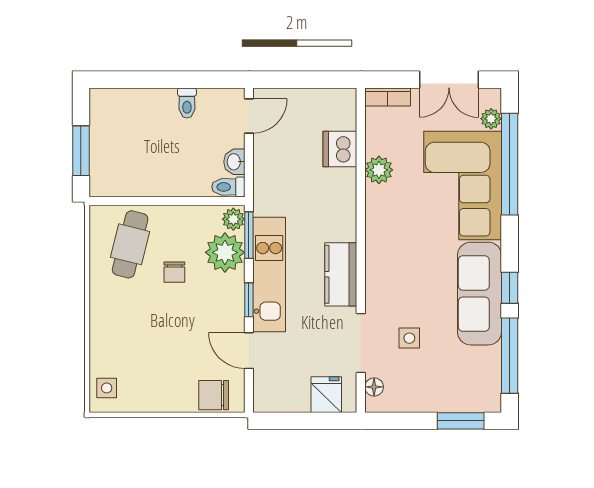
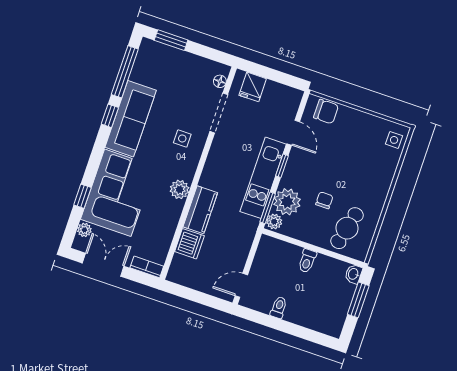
washbasin: (234, 162) -> (354, 274), moved, turned 180
window: (510, 164) -> (82, 196), width x0.32
plant: (379, 170) -> (180, 189), moved
toilet: (228, 187) -> (307, 261), moved, turned 90
kitchen counter: (341, 274) -> (200, 210), moved
side table: (409, 338) -> (182, 138), moved

